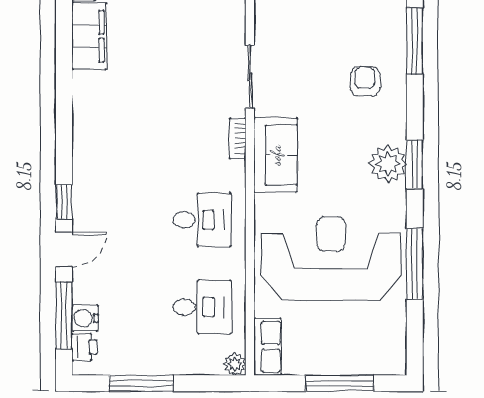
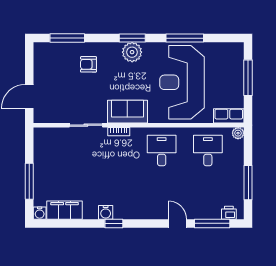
window: (64, 202) -> (114, 223), moved
water cooler: (85, 318) -> (106, 212), moved

